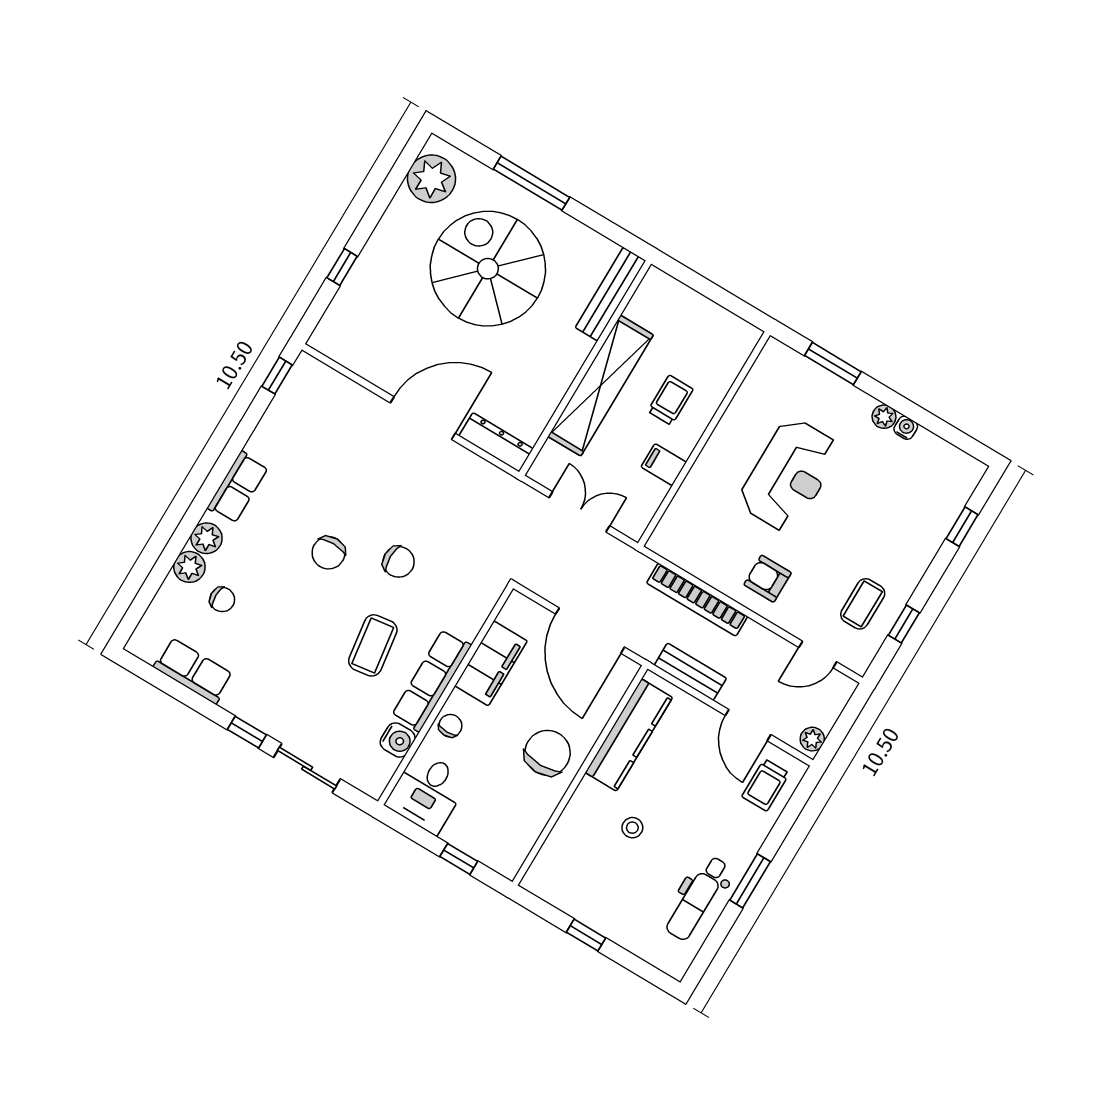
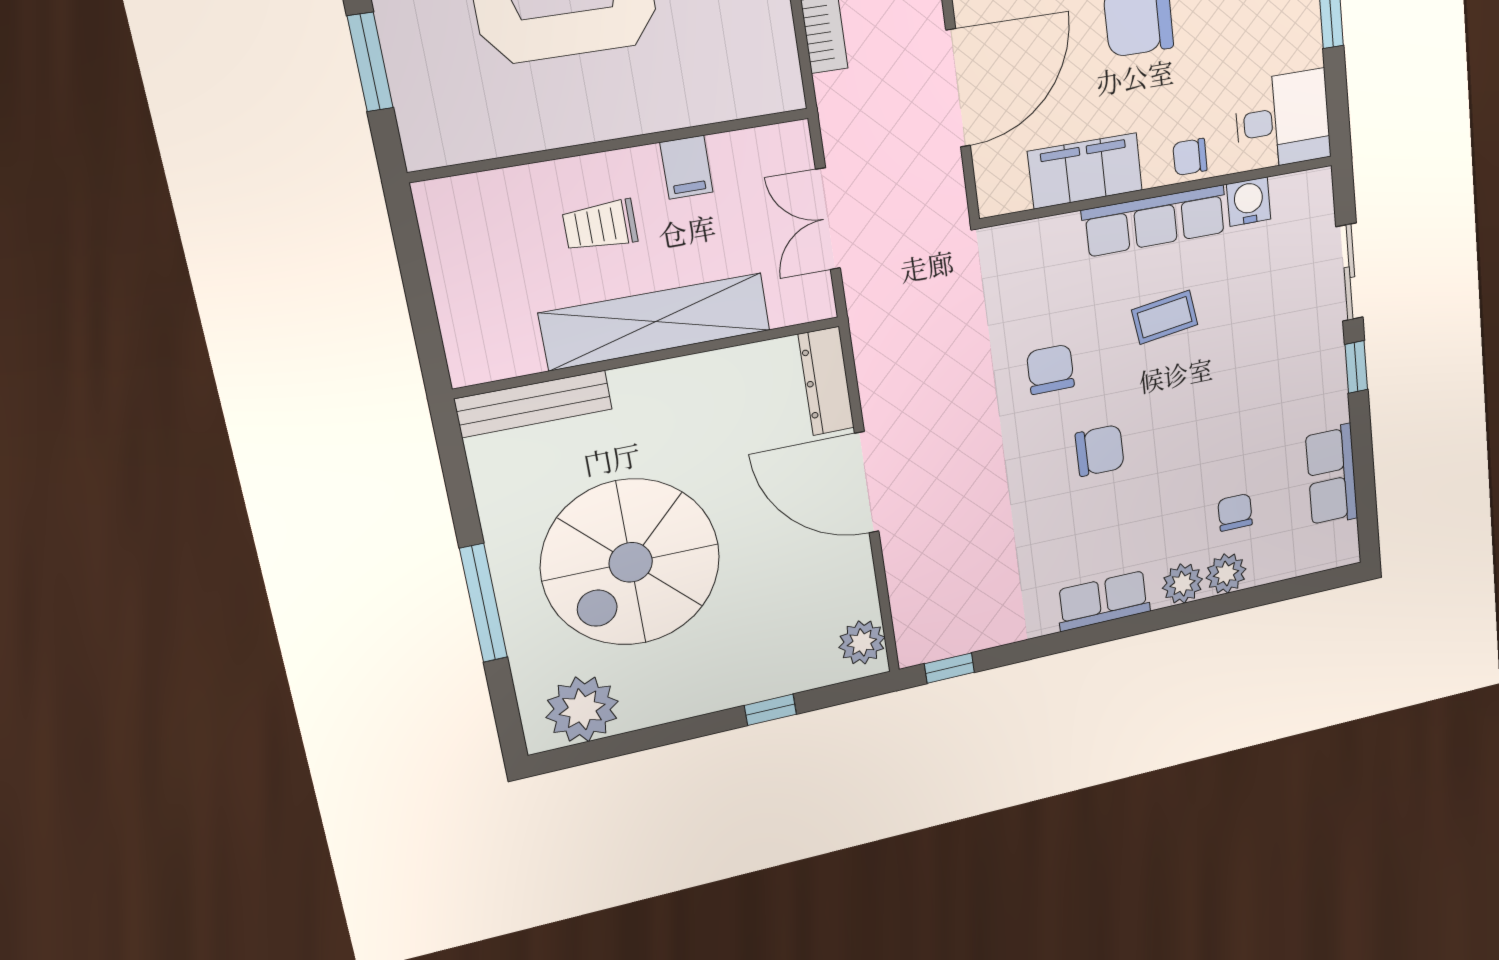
plant: (336, 343) -> (862, 642), added
coffee table: (373, 645) -> (1165, 317), width x0.73, depth x0.77

